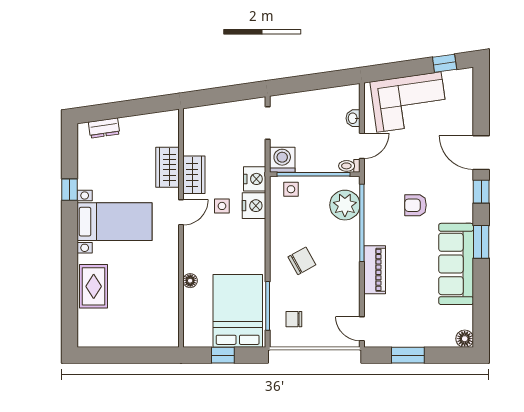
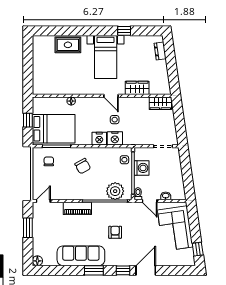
washing machine: (282, 160) -> (142, 168), moved
wardrobe: (194, 175) -> (160, 103), moved
nightstand: (255, 179) -> (99, 139), moved

